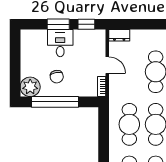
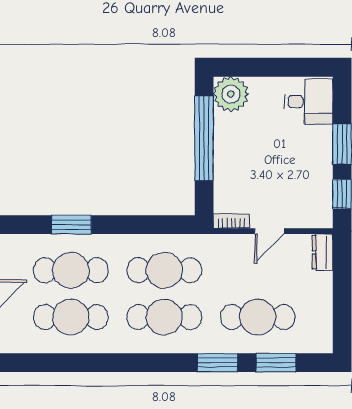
desk: (60, 43) -> (309, 102), moved
chair: (57, 77) -> (249, 141), removed

